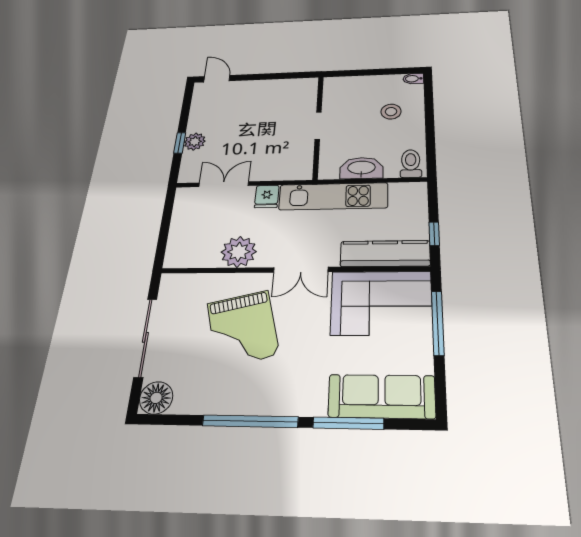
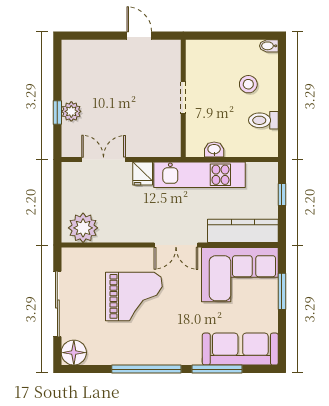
door: (217, 79) -> (139, 36), moved
toilet: (411, 164) -> (263, 120), moved, turned -90
washbasin: (361, 168) -> (214, 150), width x0.52, depth x0.69
window: (434, 234) -> (282, 194), moved
plant: (239, 252) -> (83, 228), moved
window: (438, 323) -> (282, 291), width x0.69
grand piano: (243, 329) -> (134, 296), turned -76

